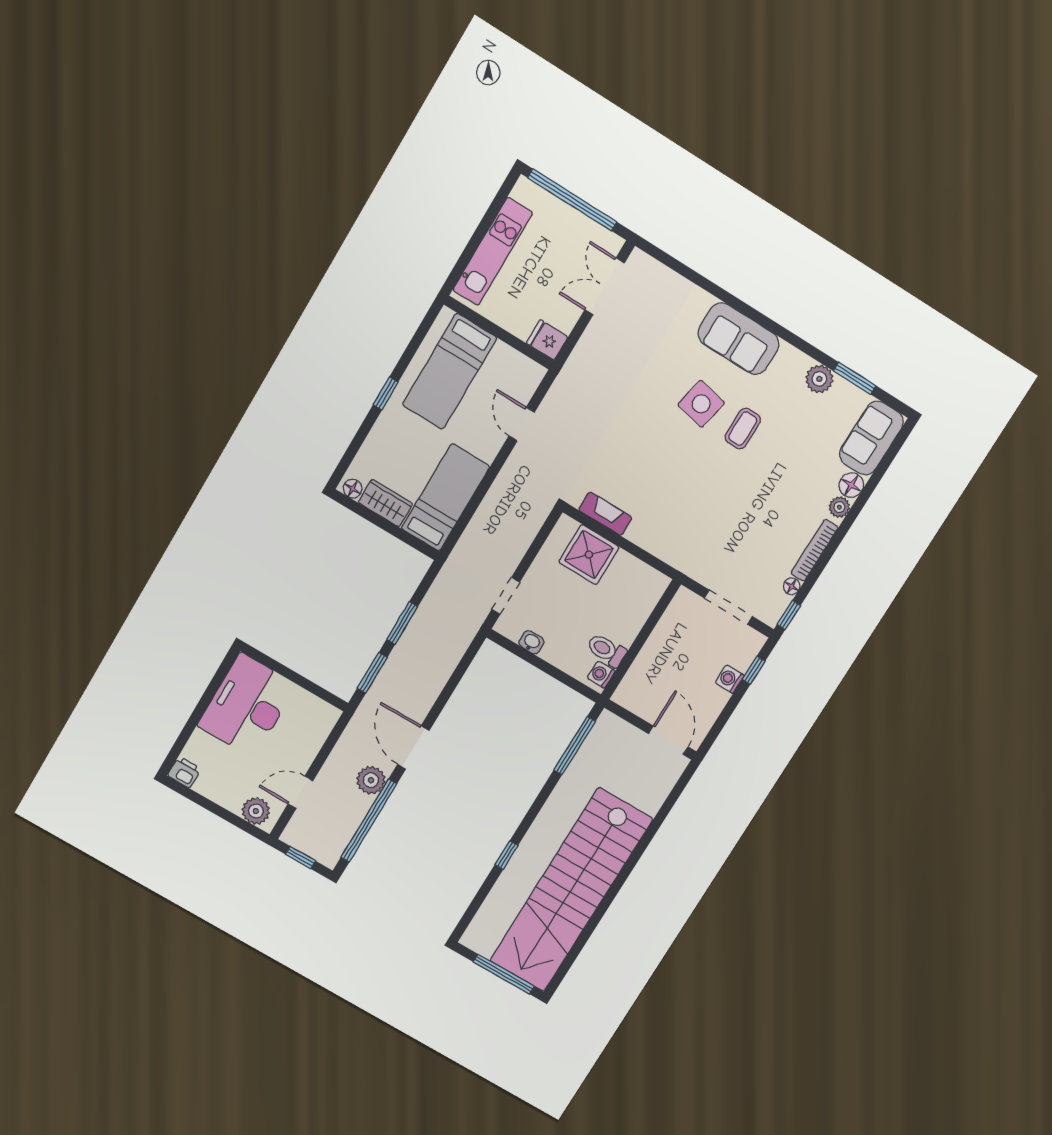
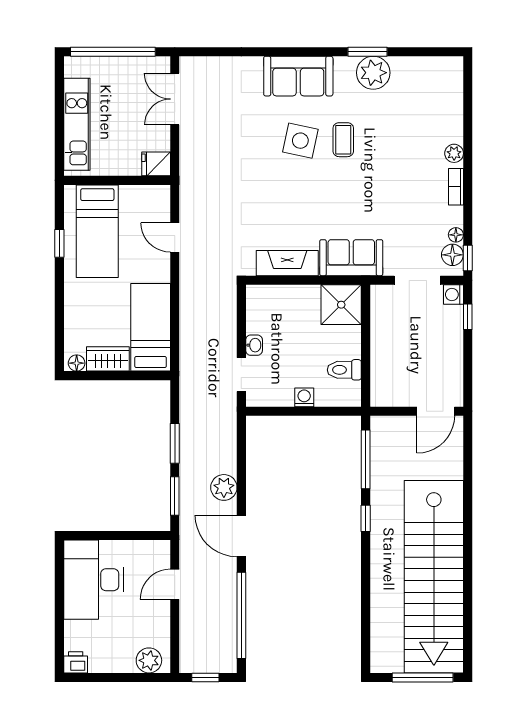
window: (855, 378) -> (367, 52), moved
plant: (819, 379) -> (373, 73), width x1.36, depth x1.36
window: (386, 393) -> (59, 243), moved
sofa: (871, 438) -> (351, 258), moved, turned 90
floor lamp: (851, 485) -> (452, 255), moved
fireplace: (605, 514) -> (287, 263), width x1.37, depth x1.32
bookcase: (815, 550) -> (456, 187), width x0.64
shower: (589, 555) -> (341, 305), moved
washbasin: (531, 642) -> (254, 345), moved, turned 90
washing machine: (601, 675) -> (304, 397), moved, turned 90
washing machine: (730, 679) -> (453, 295), moved
door: (668, 740) -> (436, 411), swing flipped
plant: (371, 780) -> (224, 487), moved
door: (300, 792) -> (175, 584), moved
window: (506, 855) -> (366, 518), moved

